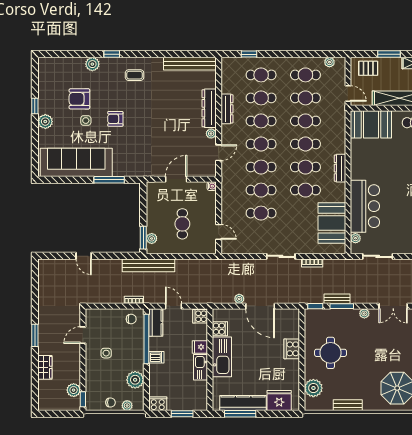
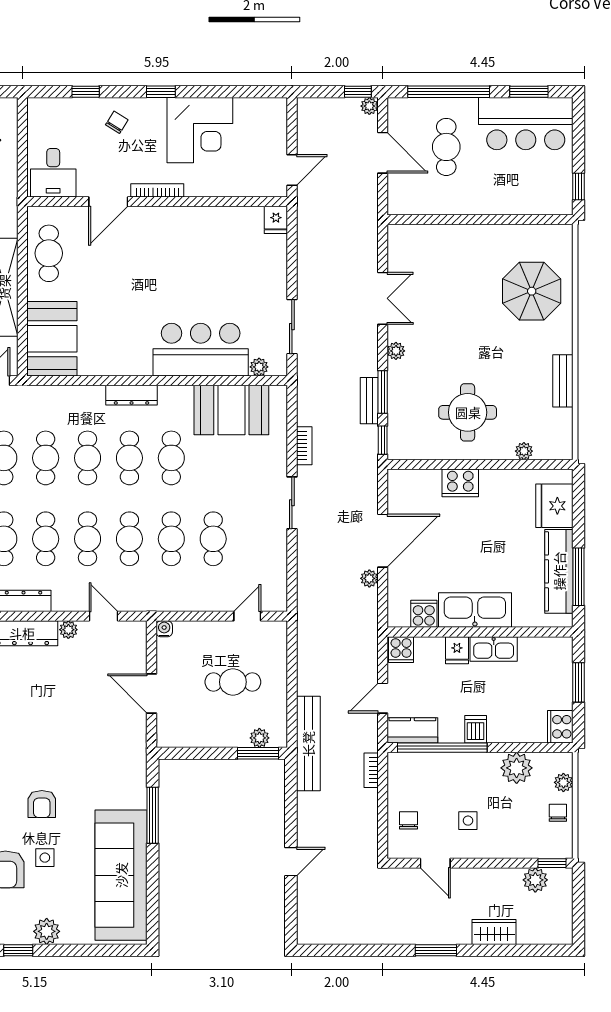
chair: (131, 319) -> (408, 820), moved
plant: (313, 388) -> (524, 451), width x0.53, depth x0.53

